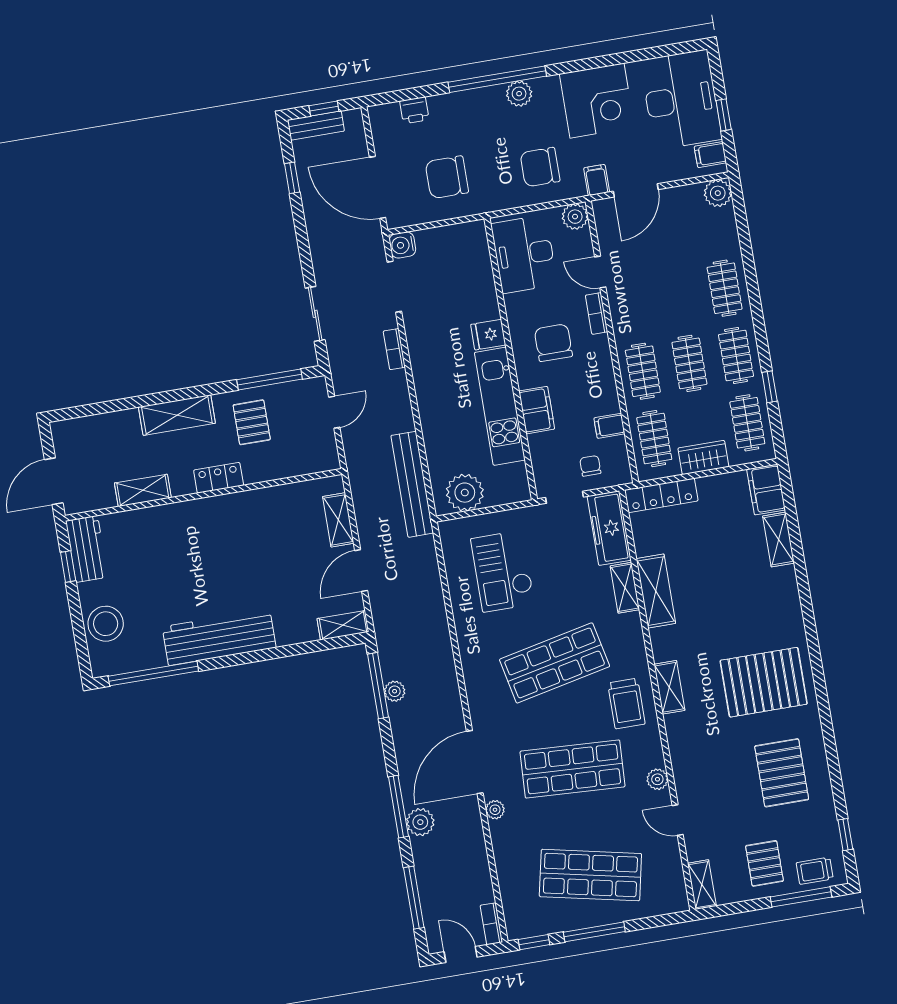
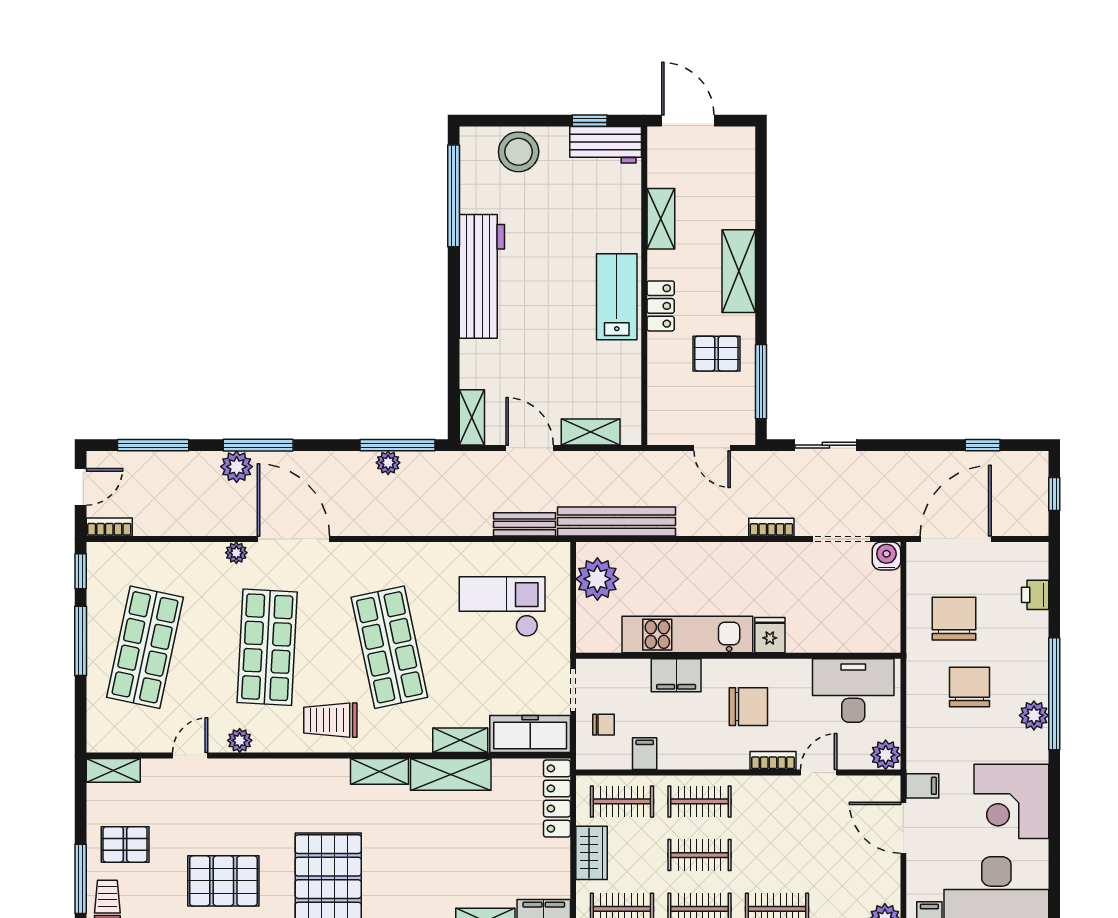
bench: (316, 125) -> (525, 524), moved, turned 90
chair: (540, 167) -> (970, 687), moved
lab bench: (217, 517) -> (617, 297), added
shelving: (669, 687) -> (380, 771), moved

